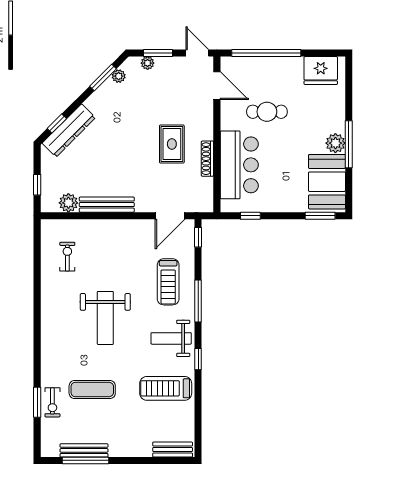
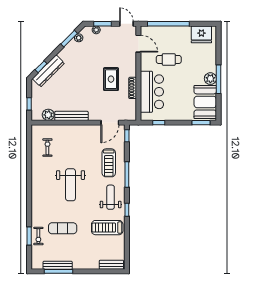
weight bench: (171, 338) -> (111, 197), turned 90

